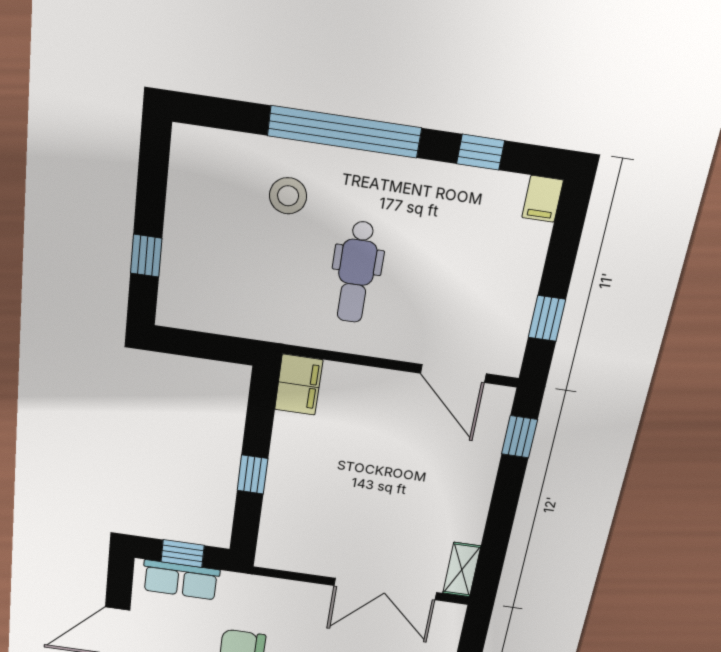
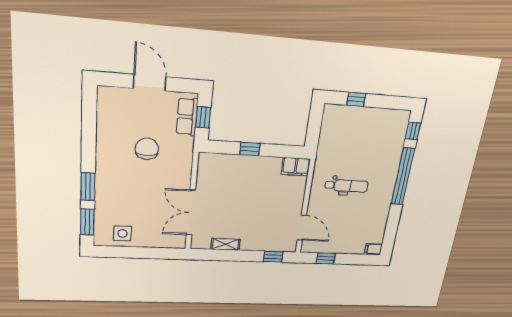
window: (481, 152) -> (413, 131), moved
stool: (288, 196) -> (379, 157), removed
dental chair: (356, 272) -> (346, 186), turned 180
door: (453, 373) -> (302, 228), swing flipped
shelving: (462, 570) -> (225, 244), moved

